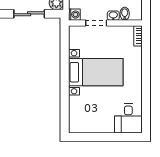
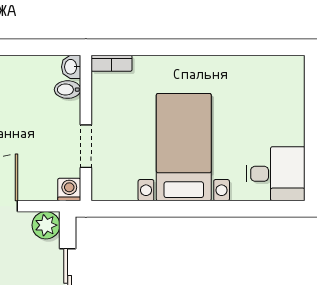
washbasin: (113, 16) -> (71, 67), moved
desk: (128, 118) -> (275, 174), moved

